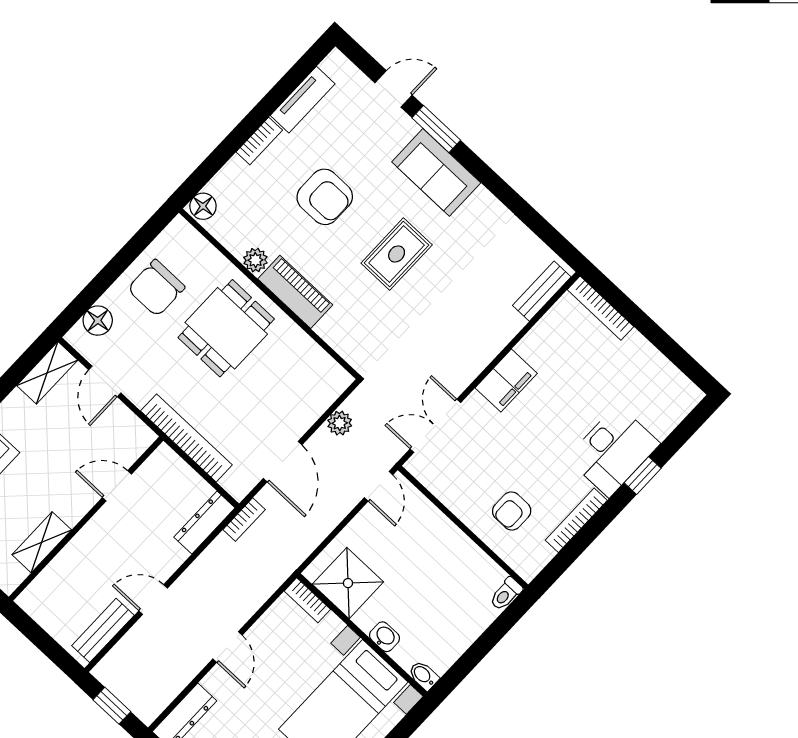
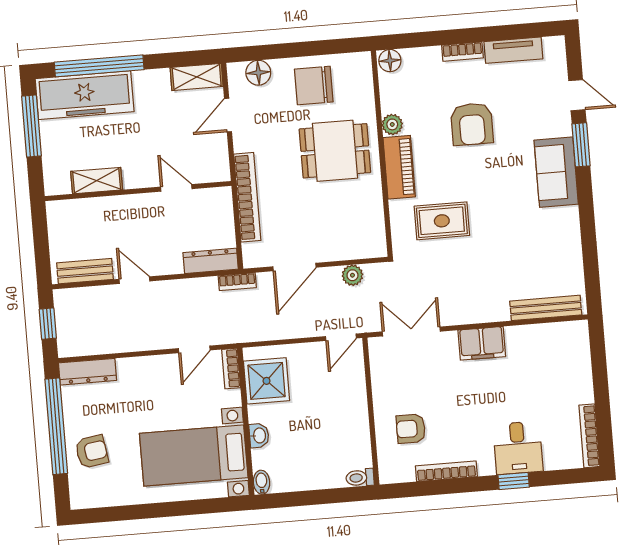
rug: (397, 254) -> (442, 221), moved
bench: (542, 291) -> (546, 308), width x1.36
bookcase: (600, 308) -> (589, 436), moved
desk: (613, 451) -> (518, 448), width x0.73
door: (228, 647) -> (194, 349), moved

